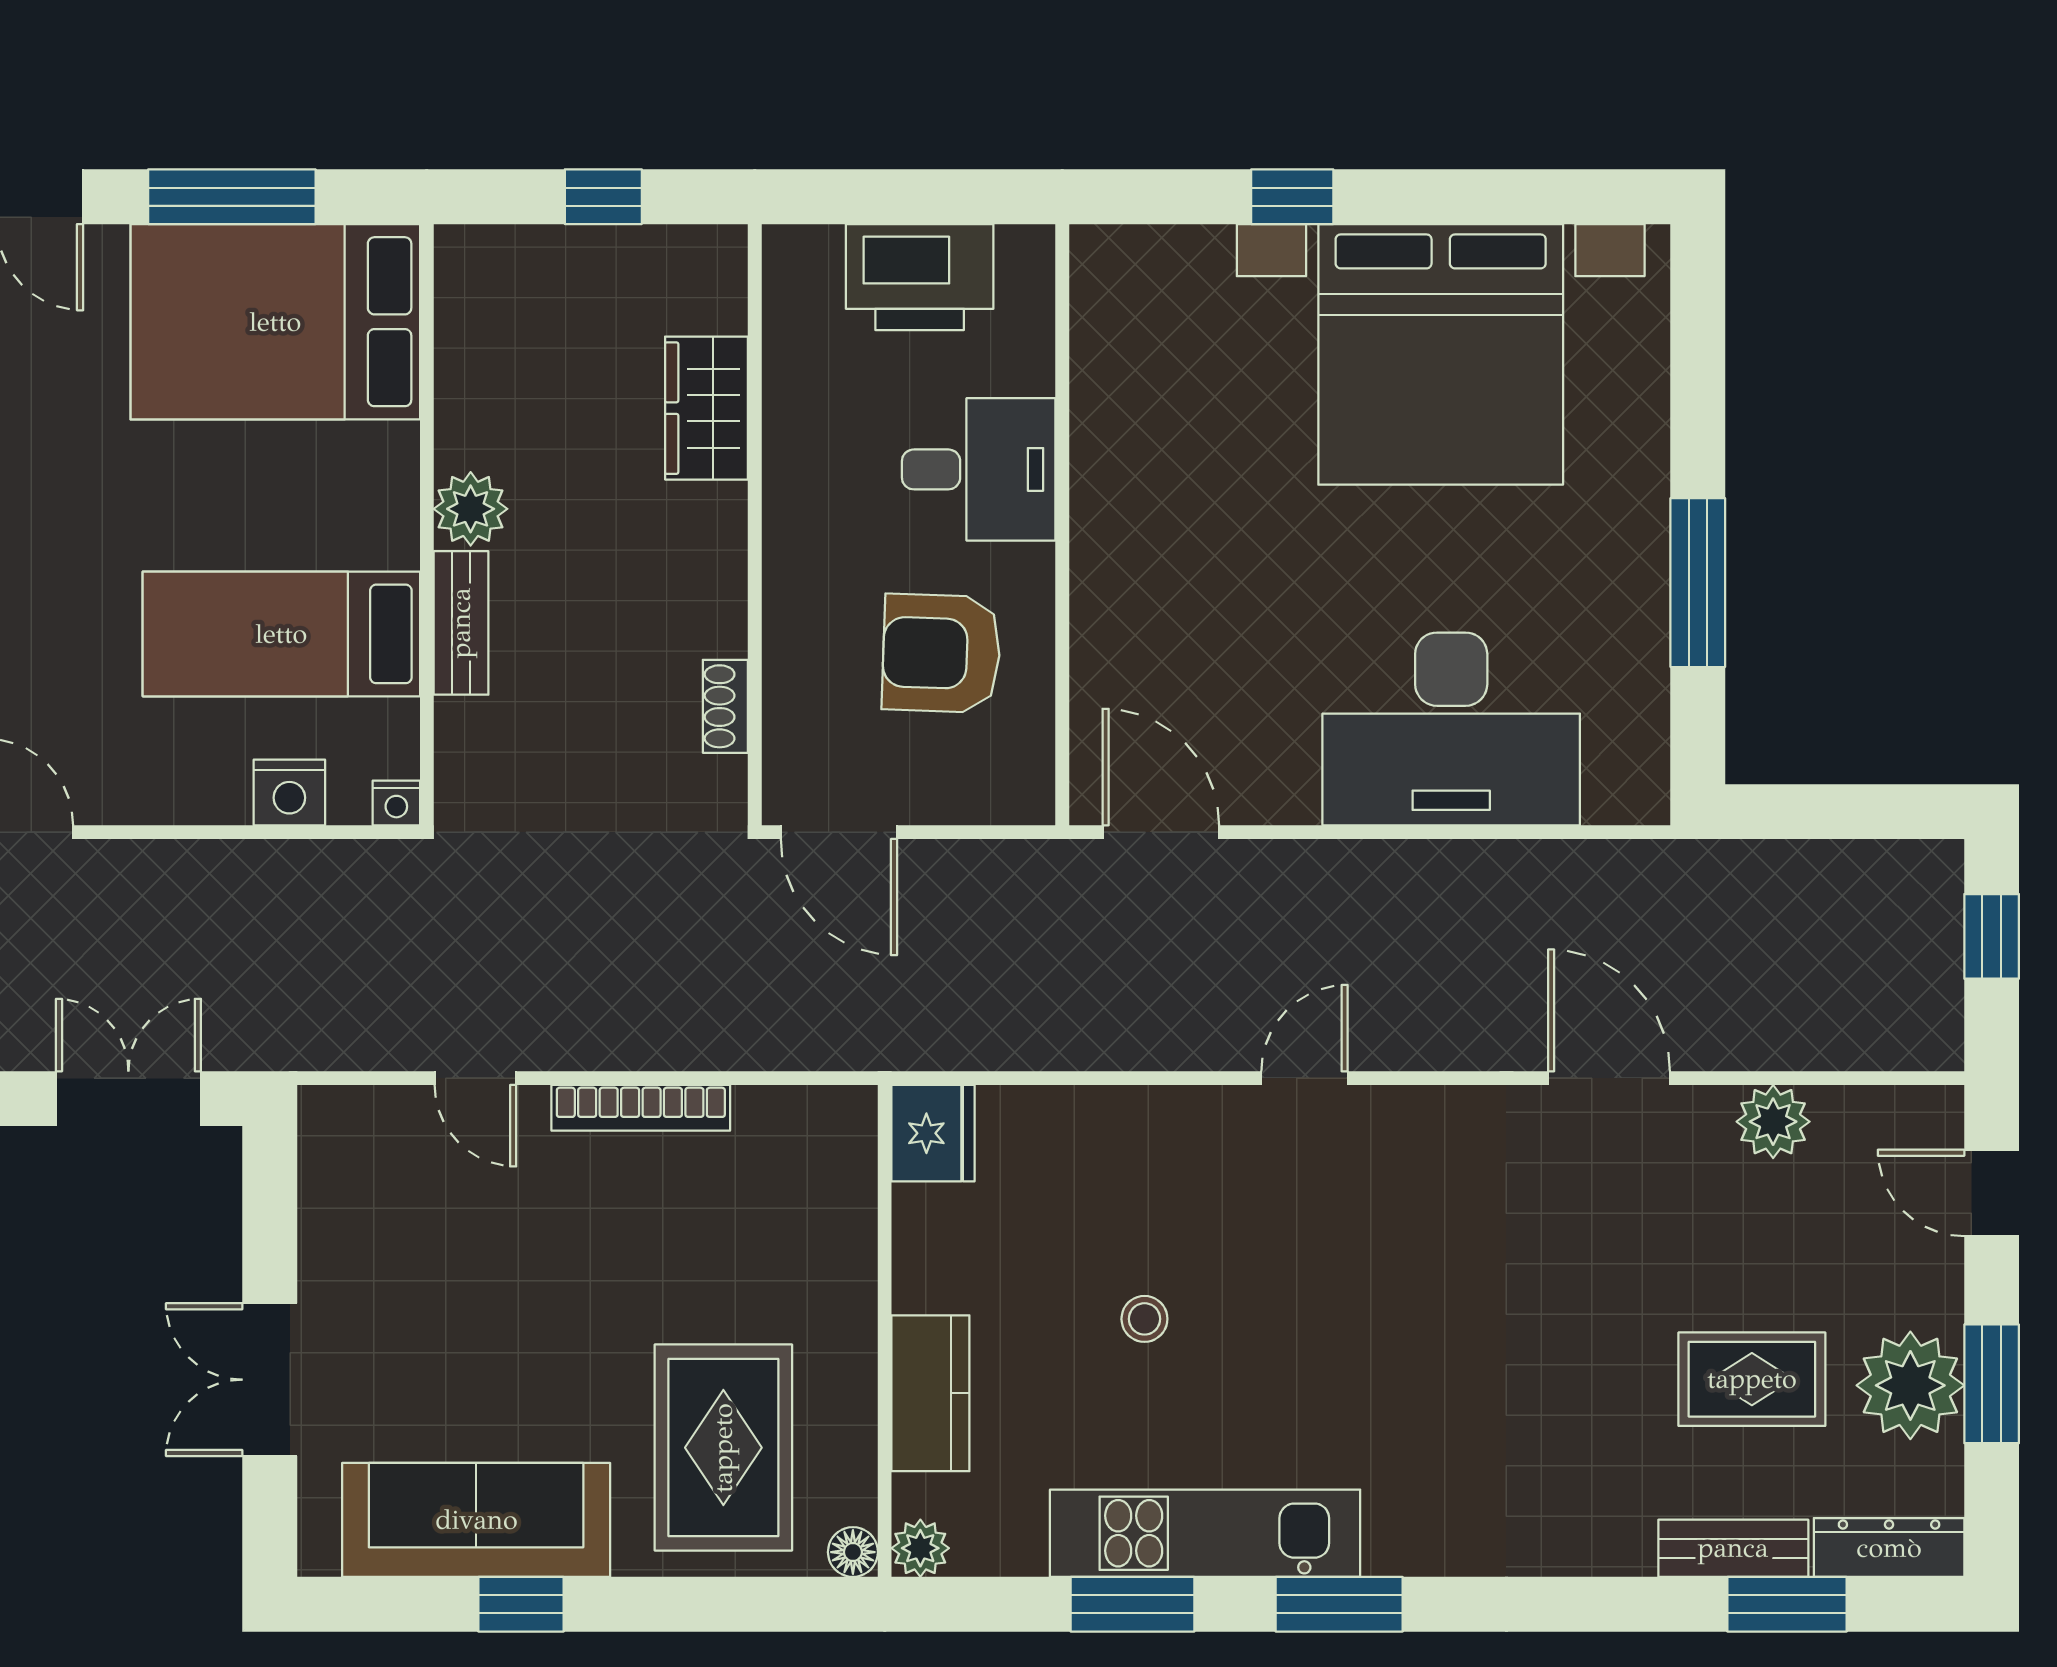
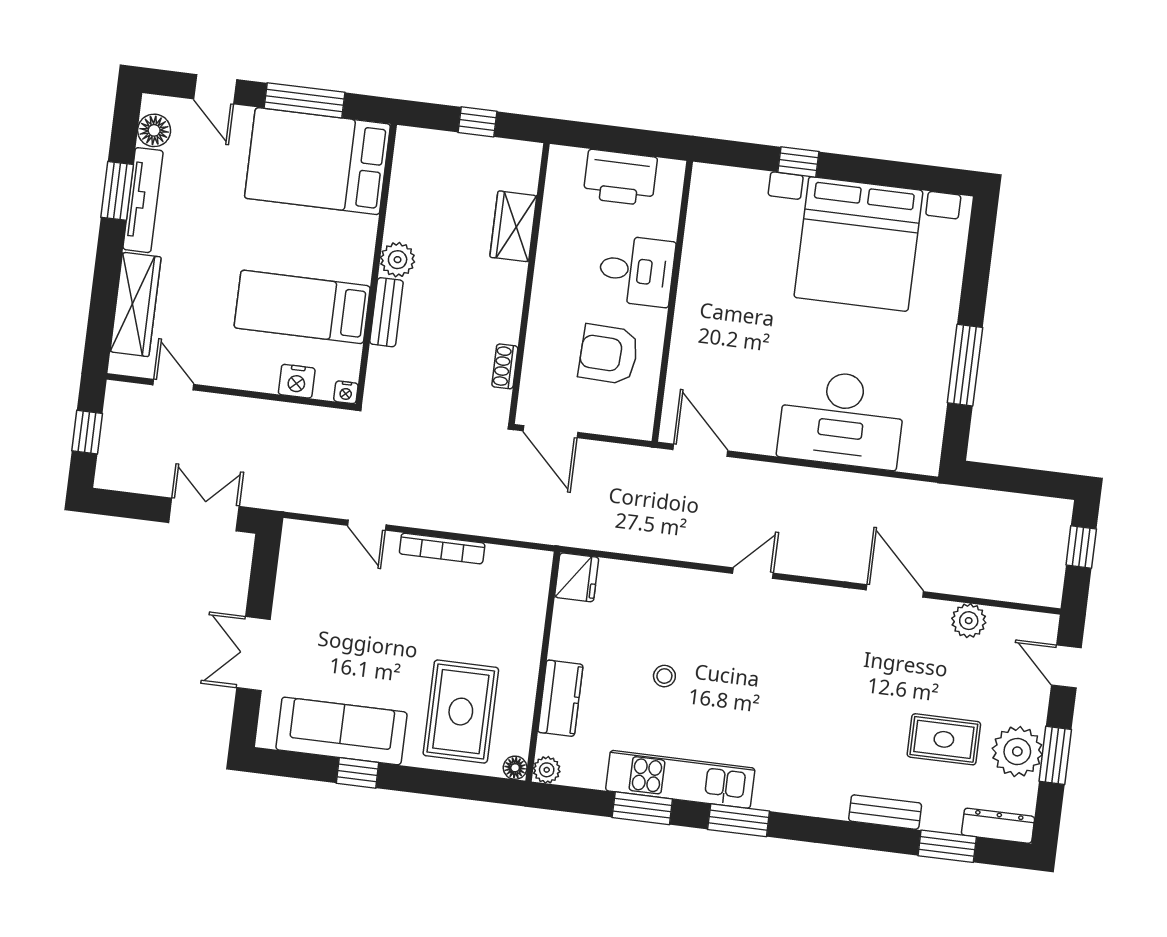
bench: (1733, 1548) -> (885, 812), moved

